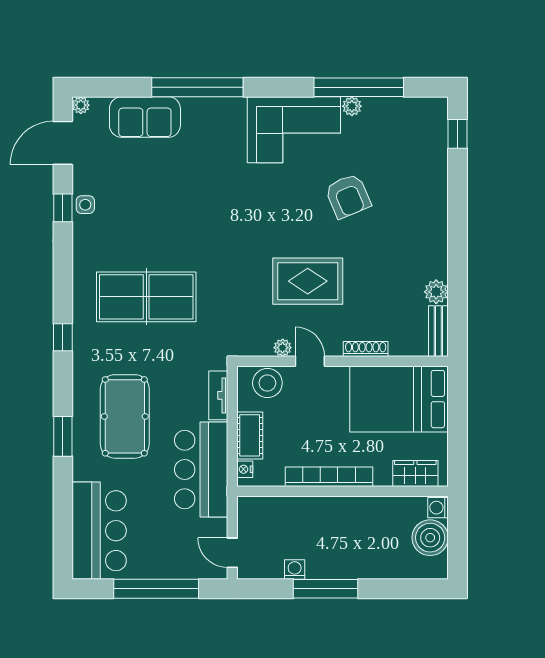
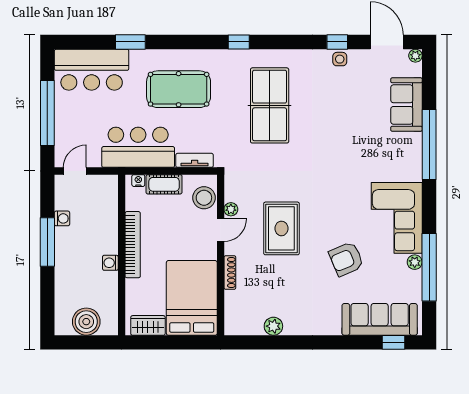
sofa: (427, 152) -> (380, 319), added
bench: (438, 331) -> (243, 328), removed
window: (63, 436) -> (130, 42), moved
wardrobe: (415, 474) -> (148, 325), moved, turned -90
washing machine: (438, 508) -> (110, 263), moved, turned -90

